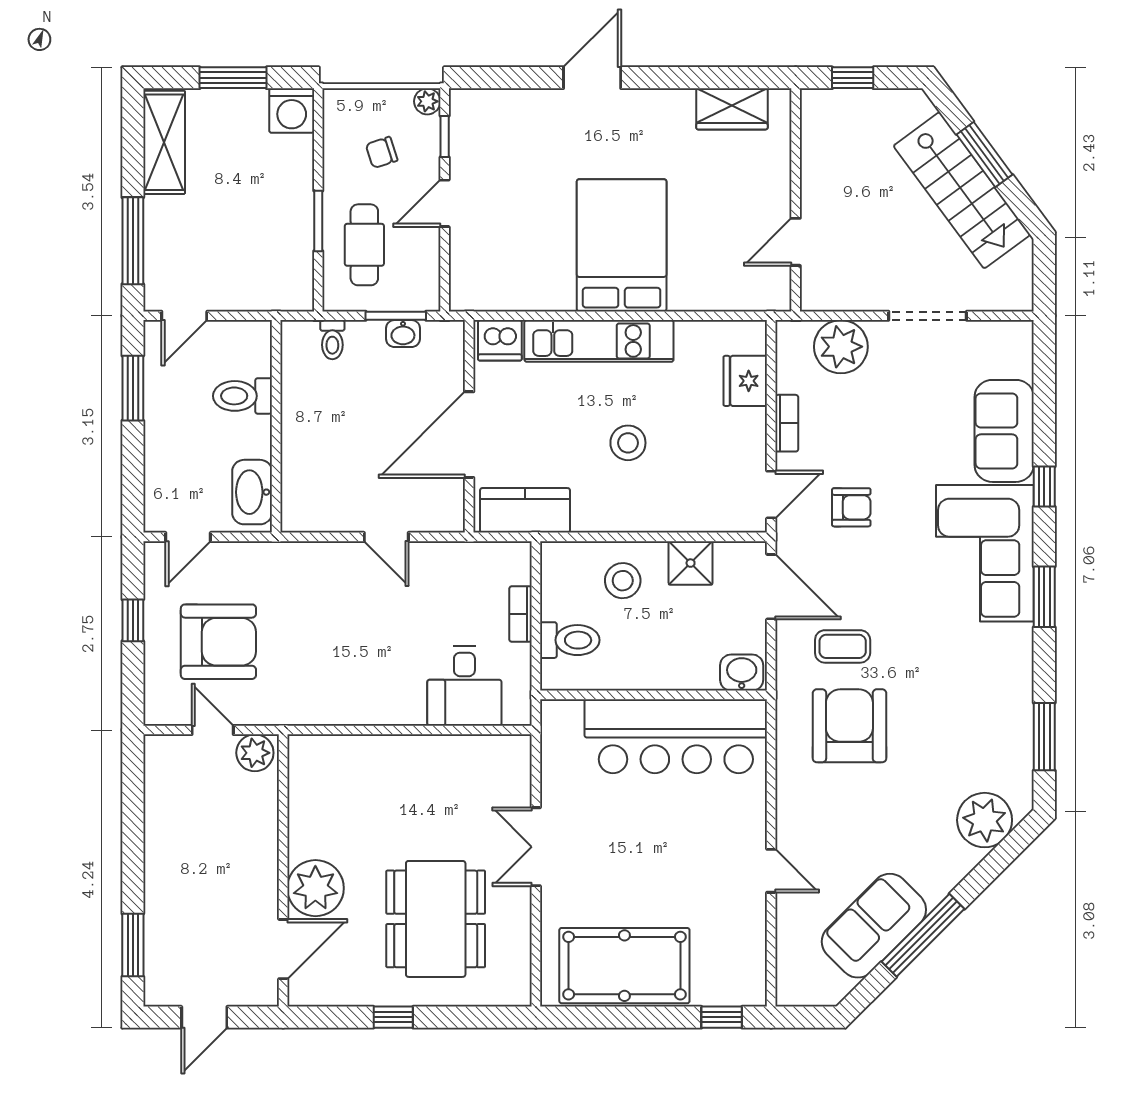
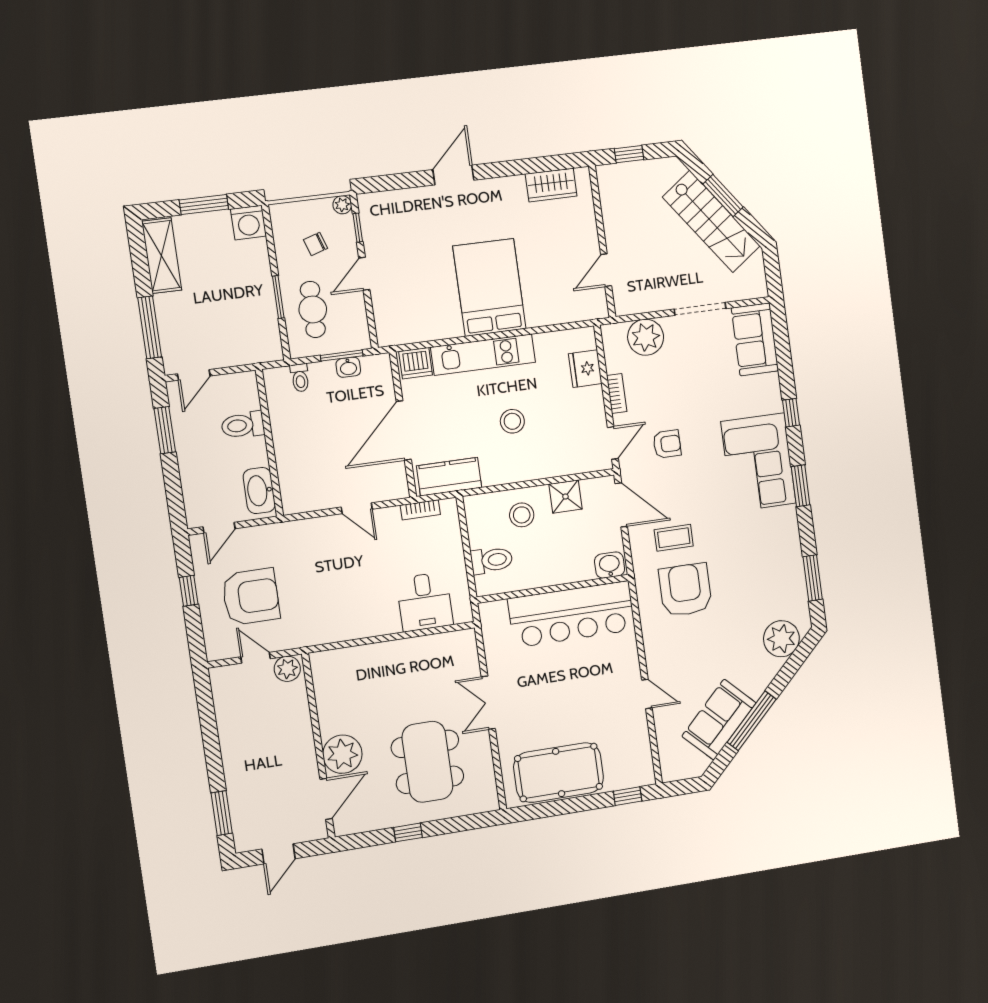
sofa: (1004, 431) -> (755, 339), moved
bookcase: (521, 614) -> (420, 510), moved, turned -90

